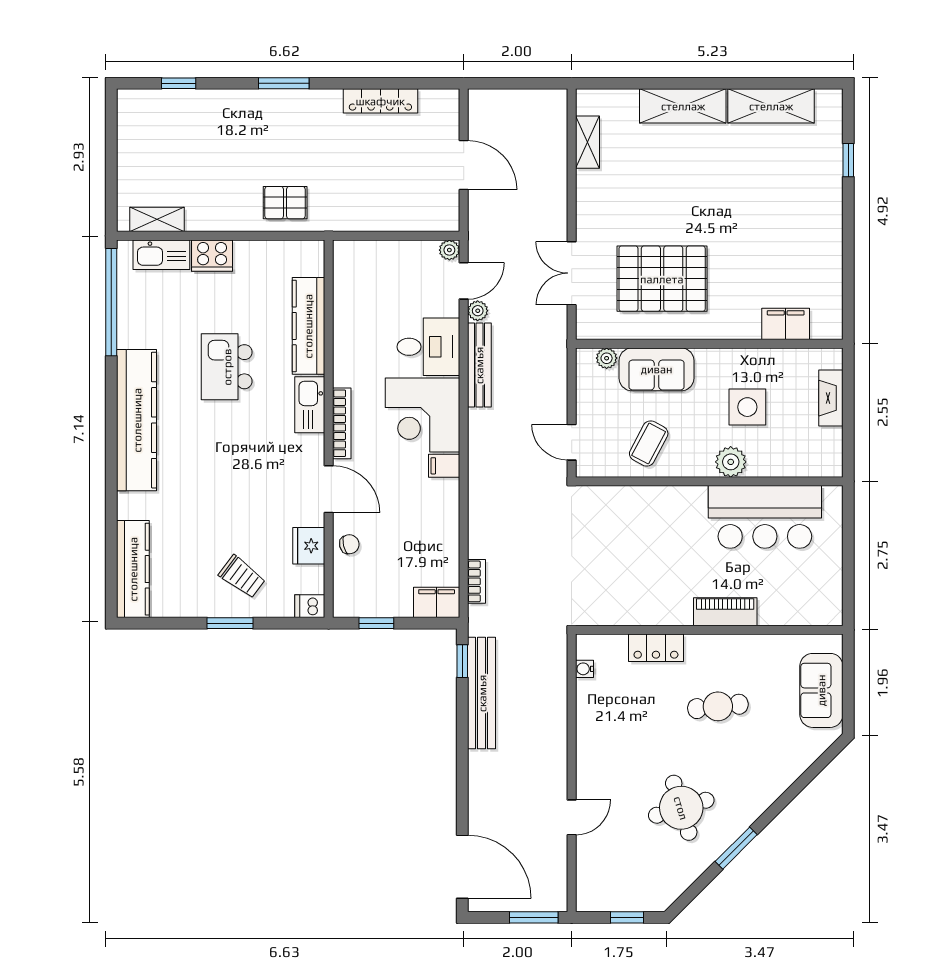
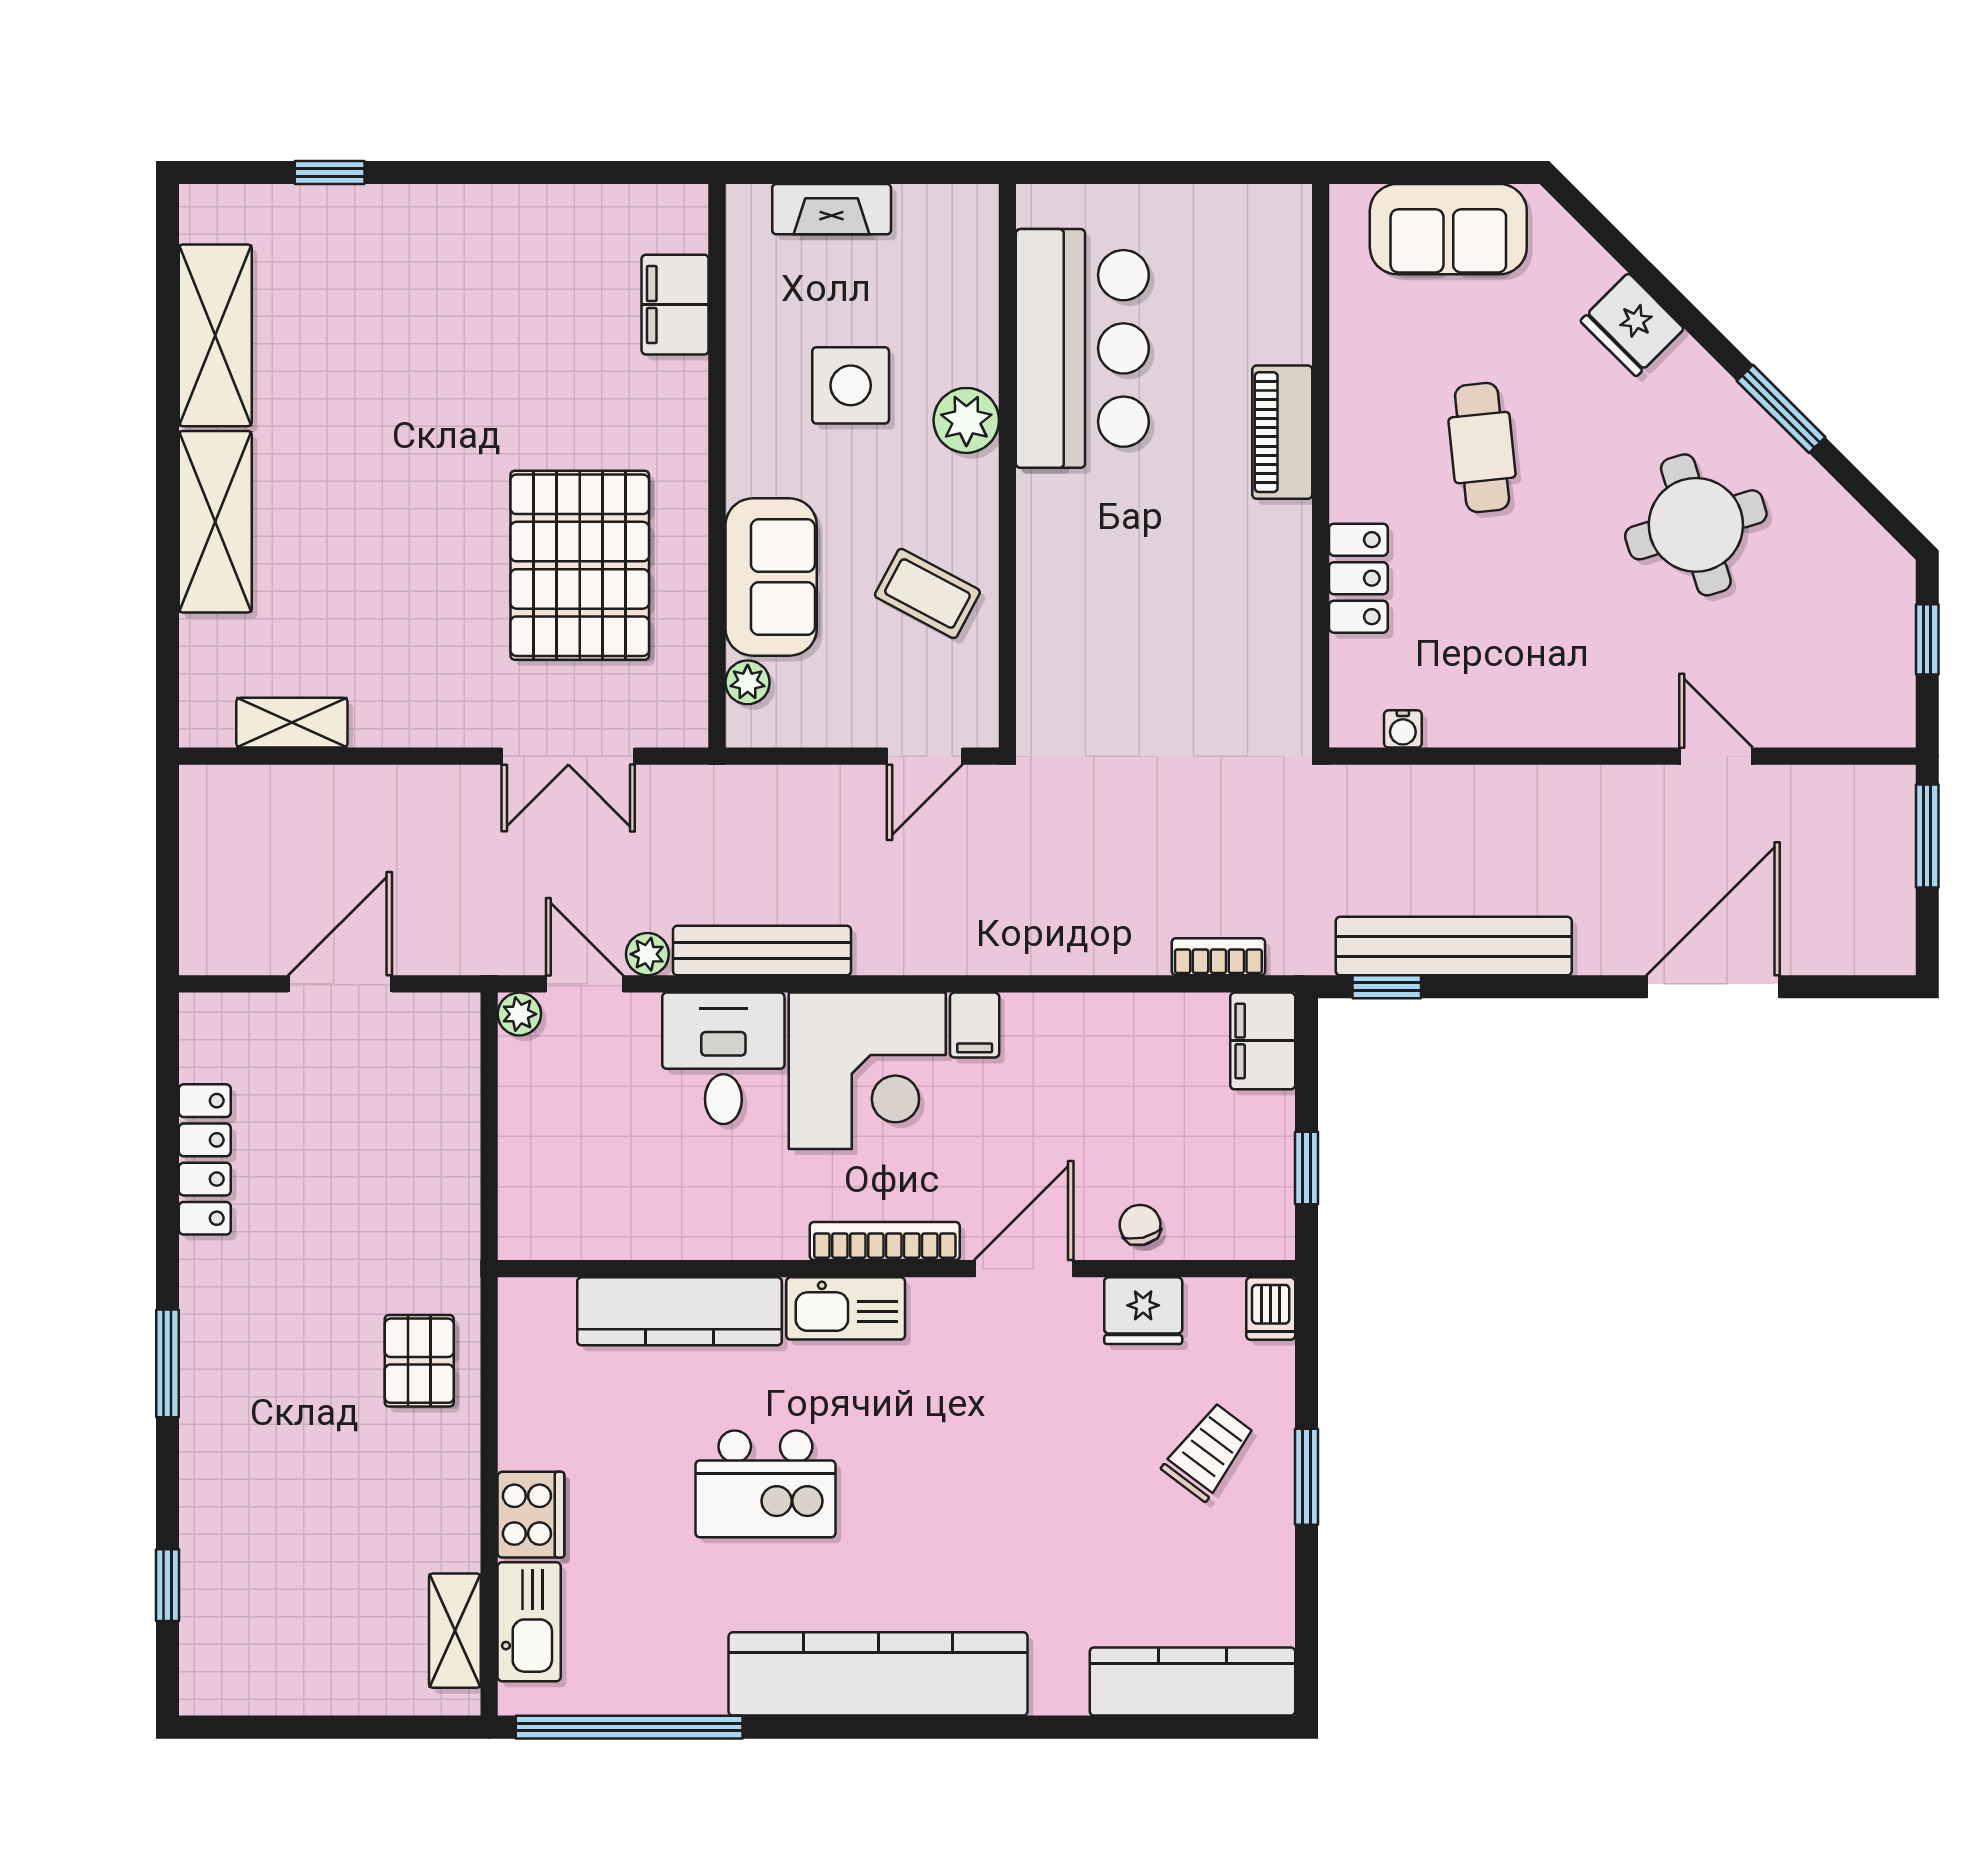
fridge: (776, 778) -> (1632, 325), added
door: (462, 867) -> (1713, 987), moved

